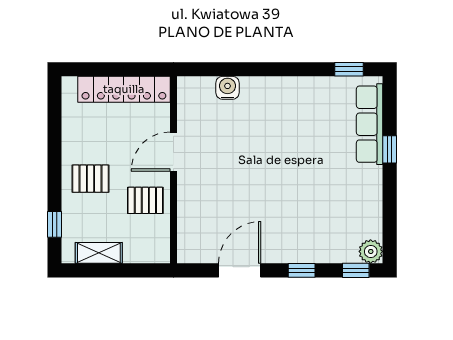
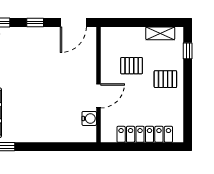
water cooler: (227, 88) -> (89, 118), moved, turned -90
door: (173, 152) -> (98, 96), moved
wall: (173, 170) -> (98, 85), moved

